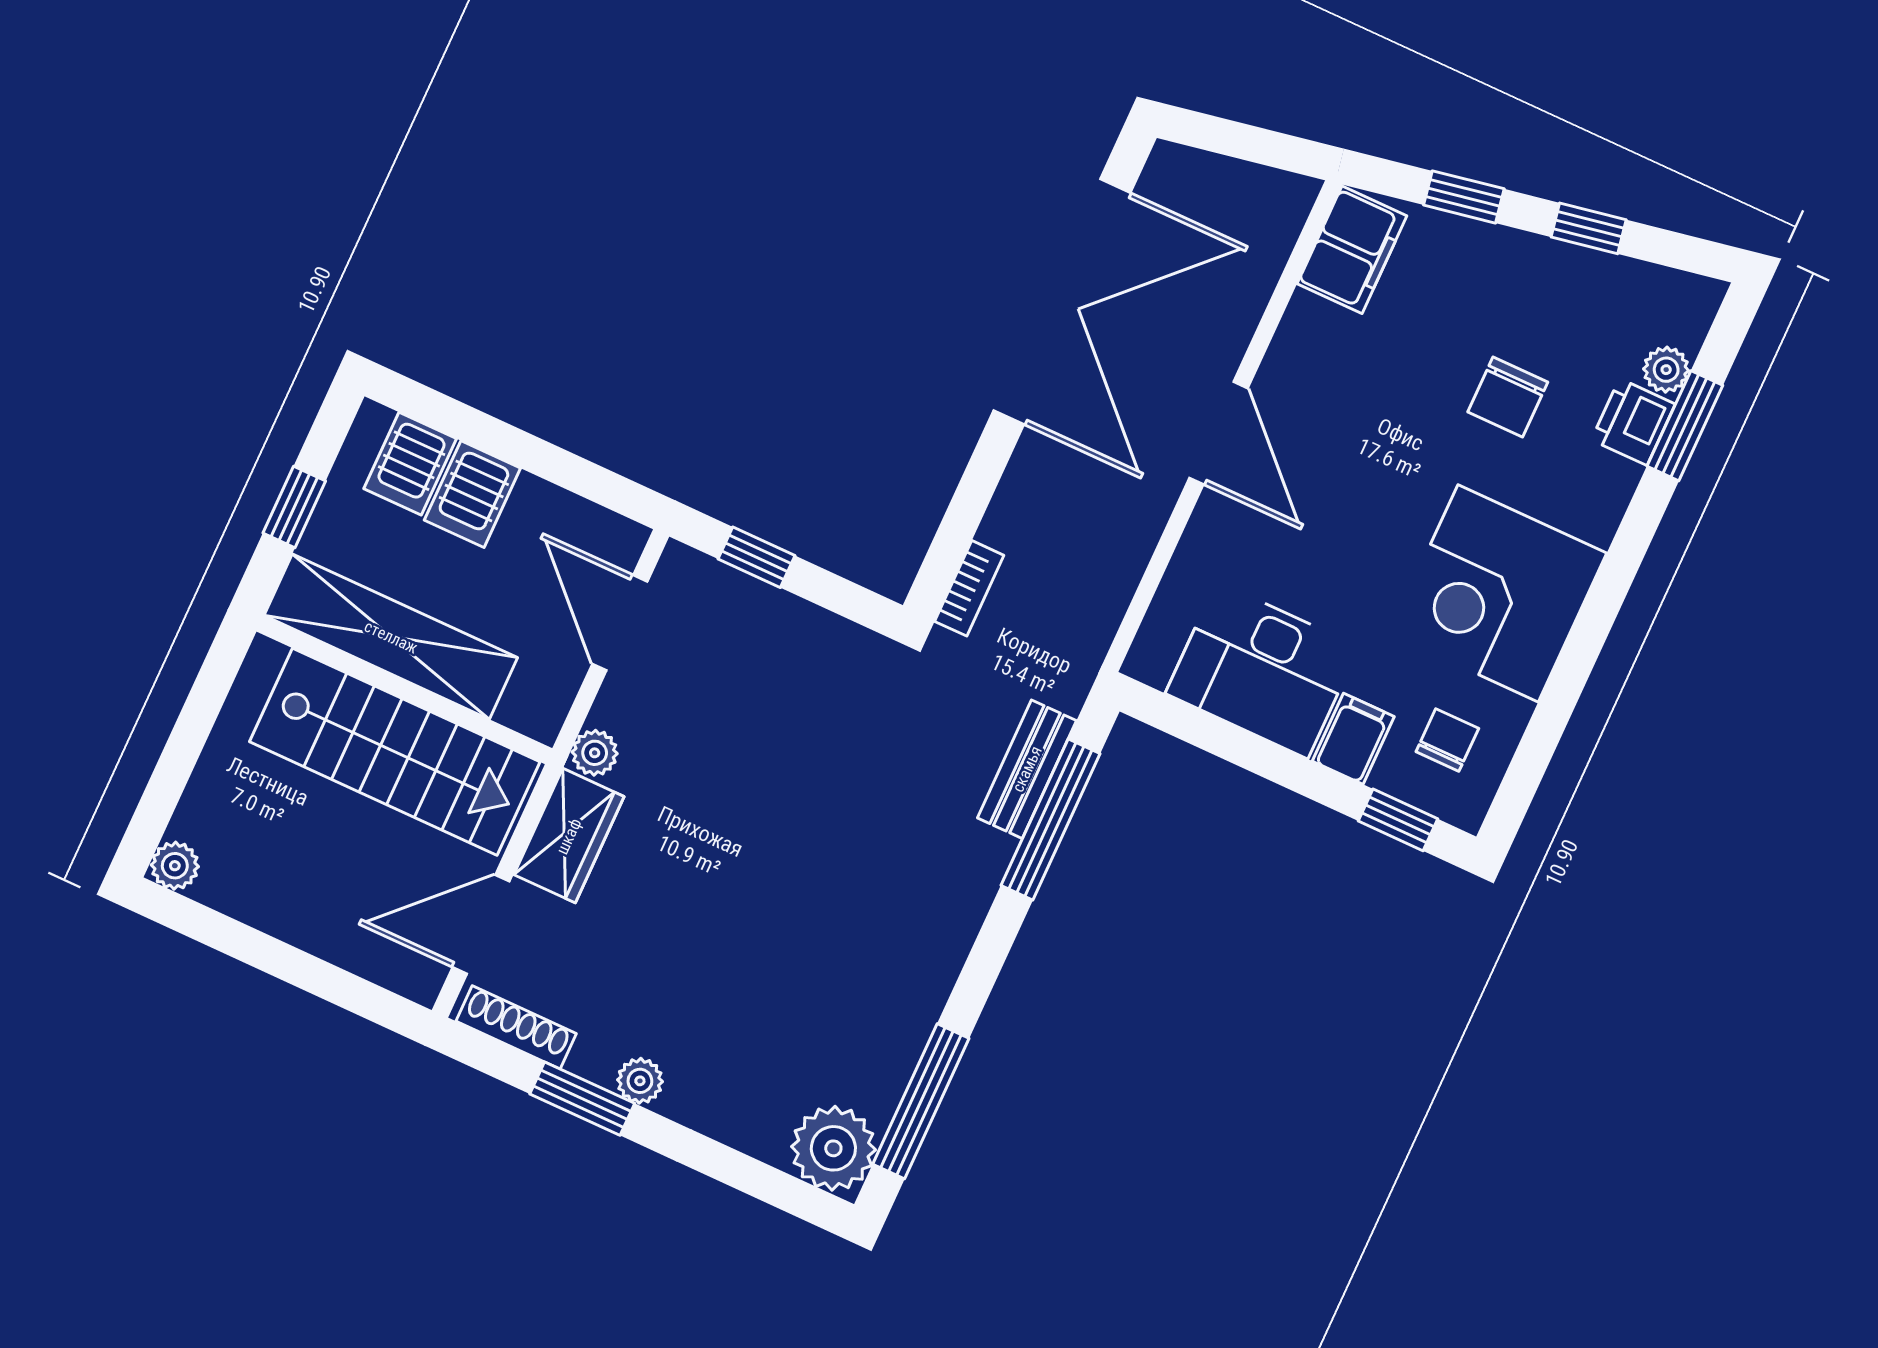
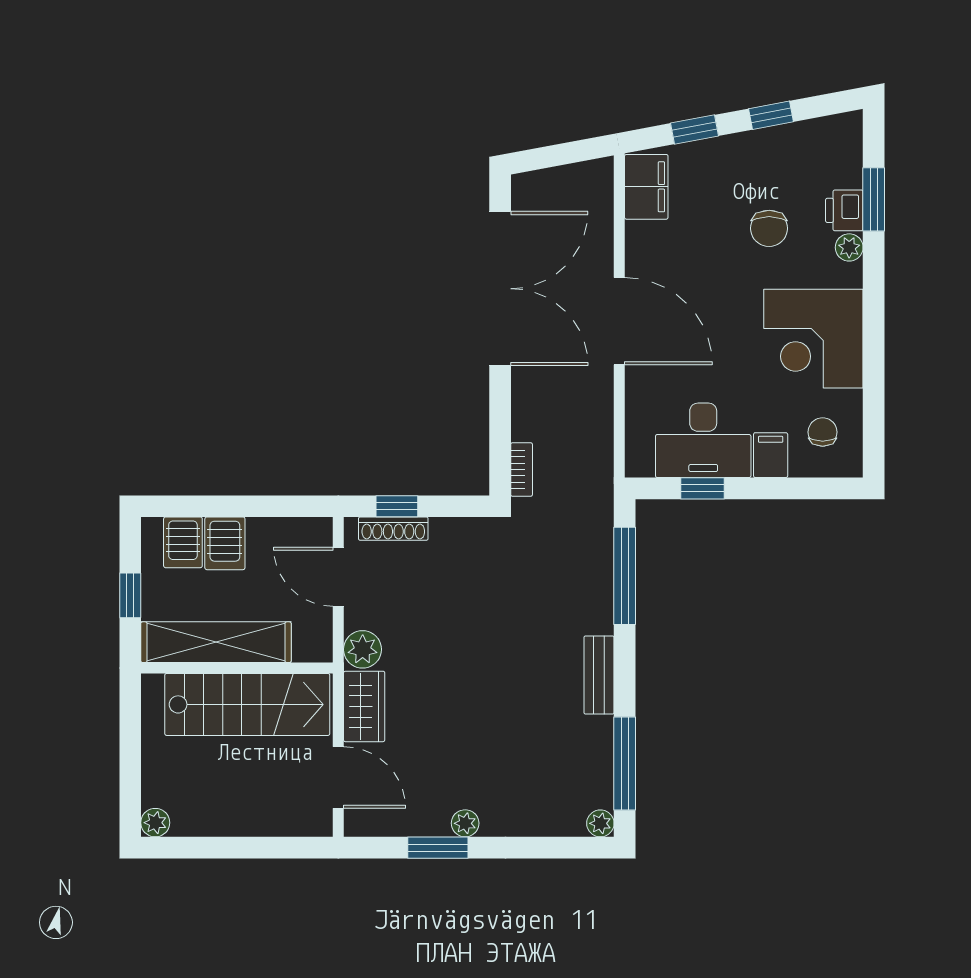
plant: (1666, 370) -> (849, 247), moved
door: (1219, 433) -> (619, 321), width x1.36
plant: (595, 753) -> (363, 649), width x1.38, depth x1.38
bench: (1027, 769) -> (599, 675), moved
window: (1398, 820) -> (702, 488), moved
door: (481, 924) -> (338, 777), swing flipped
shoe rack: (516, 1027) -> (393, 529), moved, turned 180
plant: (833, 1148) -> (600, 823), width x0.53, depth x0.53

